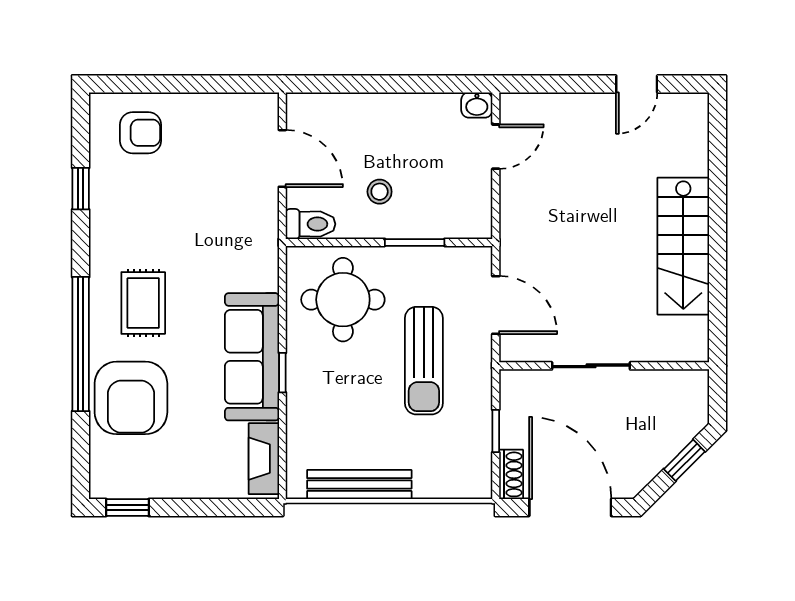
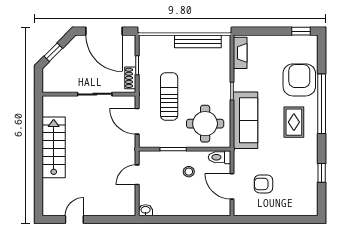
armchair: (141, 133) -> (263, 184), moved
door: (496, 147) -> (137, 175), moved
sofa: (252, 357) -> (246, 120), moved
shoe rack: (511, 474) -> (130, 78), moved

